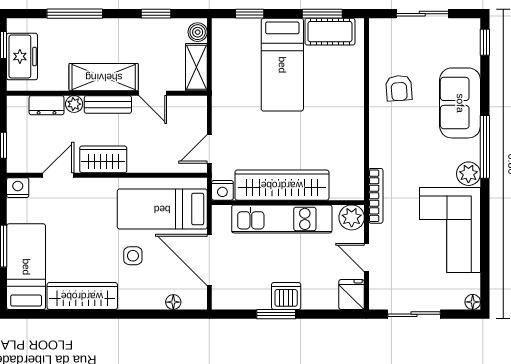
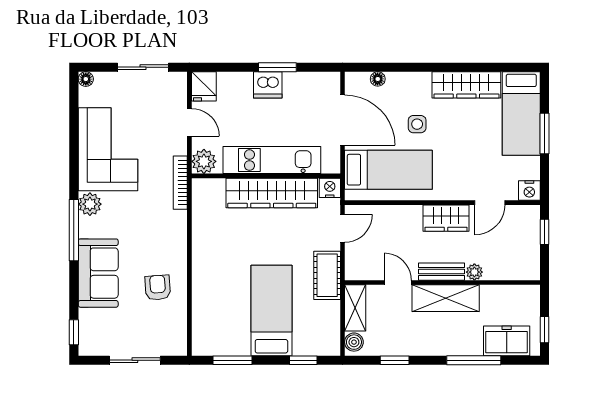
cot: (330, 32) -> (327, 275), moved, turned 90
freezer: (22, 56) -> (507, 341), moved, turned 90
dresser: (47, 105) -> (501, 271), removed

